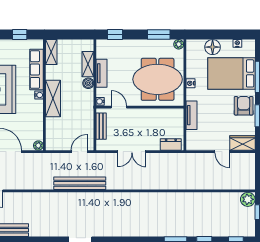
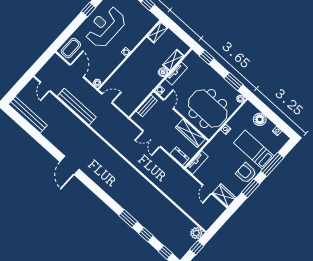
row of seats: (36, 70) -> (139, 35), removed
bed: (231, 73) -> (254, 150), width x0.67
shelving: (53, 98) -> (133, 62), removed
armchair: (244, 106) -> (246, 173), turned -90
wardrobe: (162, 115) -> (190, 133), added
tv unit: (191, 115) -> (197, 162), moved
door: (79, 152) -> (107, 98), moved
bench: (80, 183) -> (77, 107), moved

